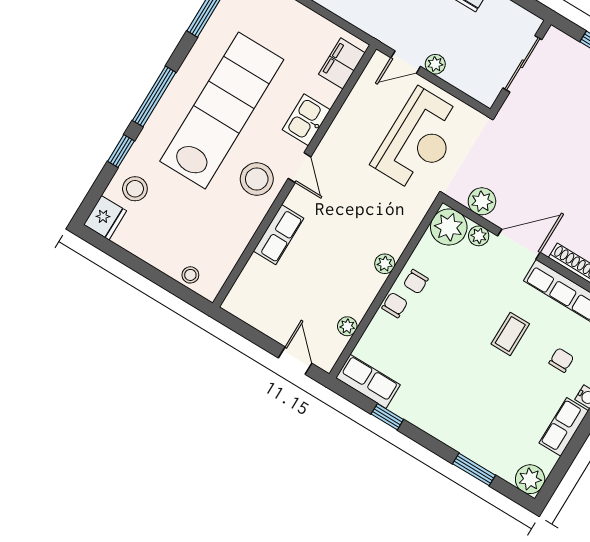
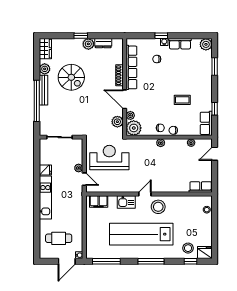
window: (121, 151) -> (190, 261), moved
row of seats: (279, 235) -> (201, 187), moved
coffee table: (510, 334) -> (182, 100), moved

